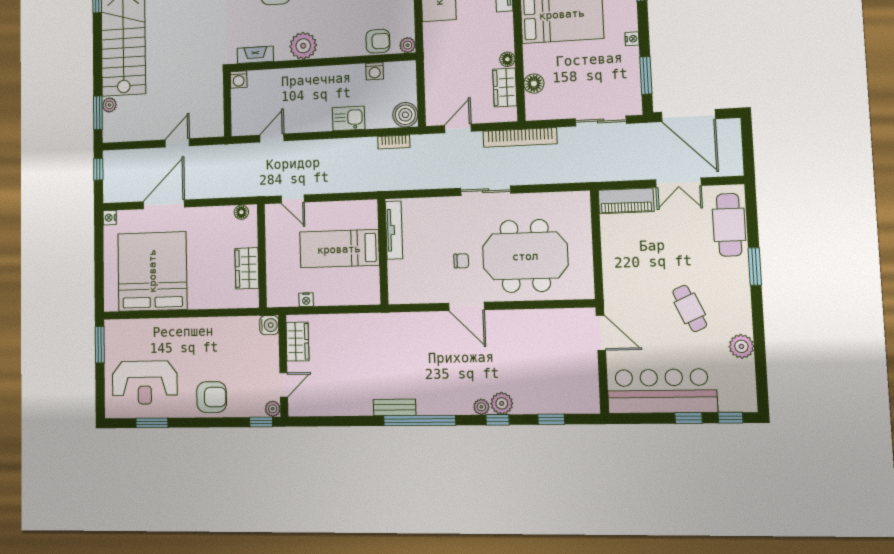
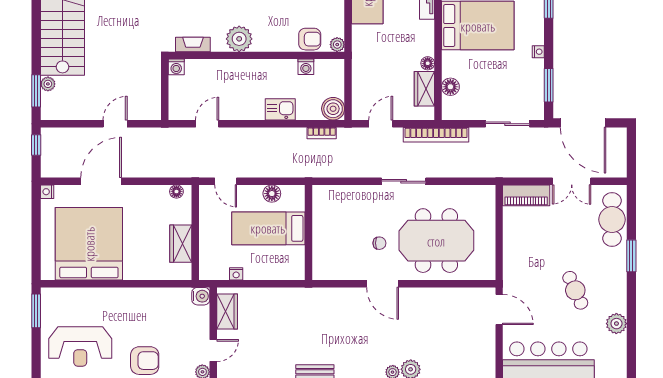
floor lamp: (342, 210) -> (272, 194), added
tv unit: (394, 230) -> (319, 213), removed

